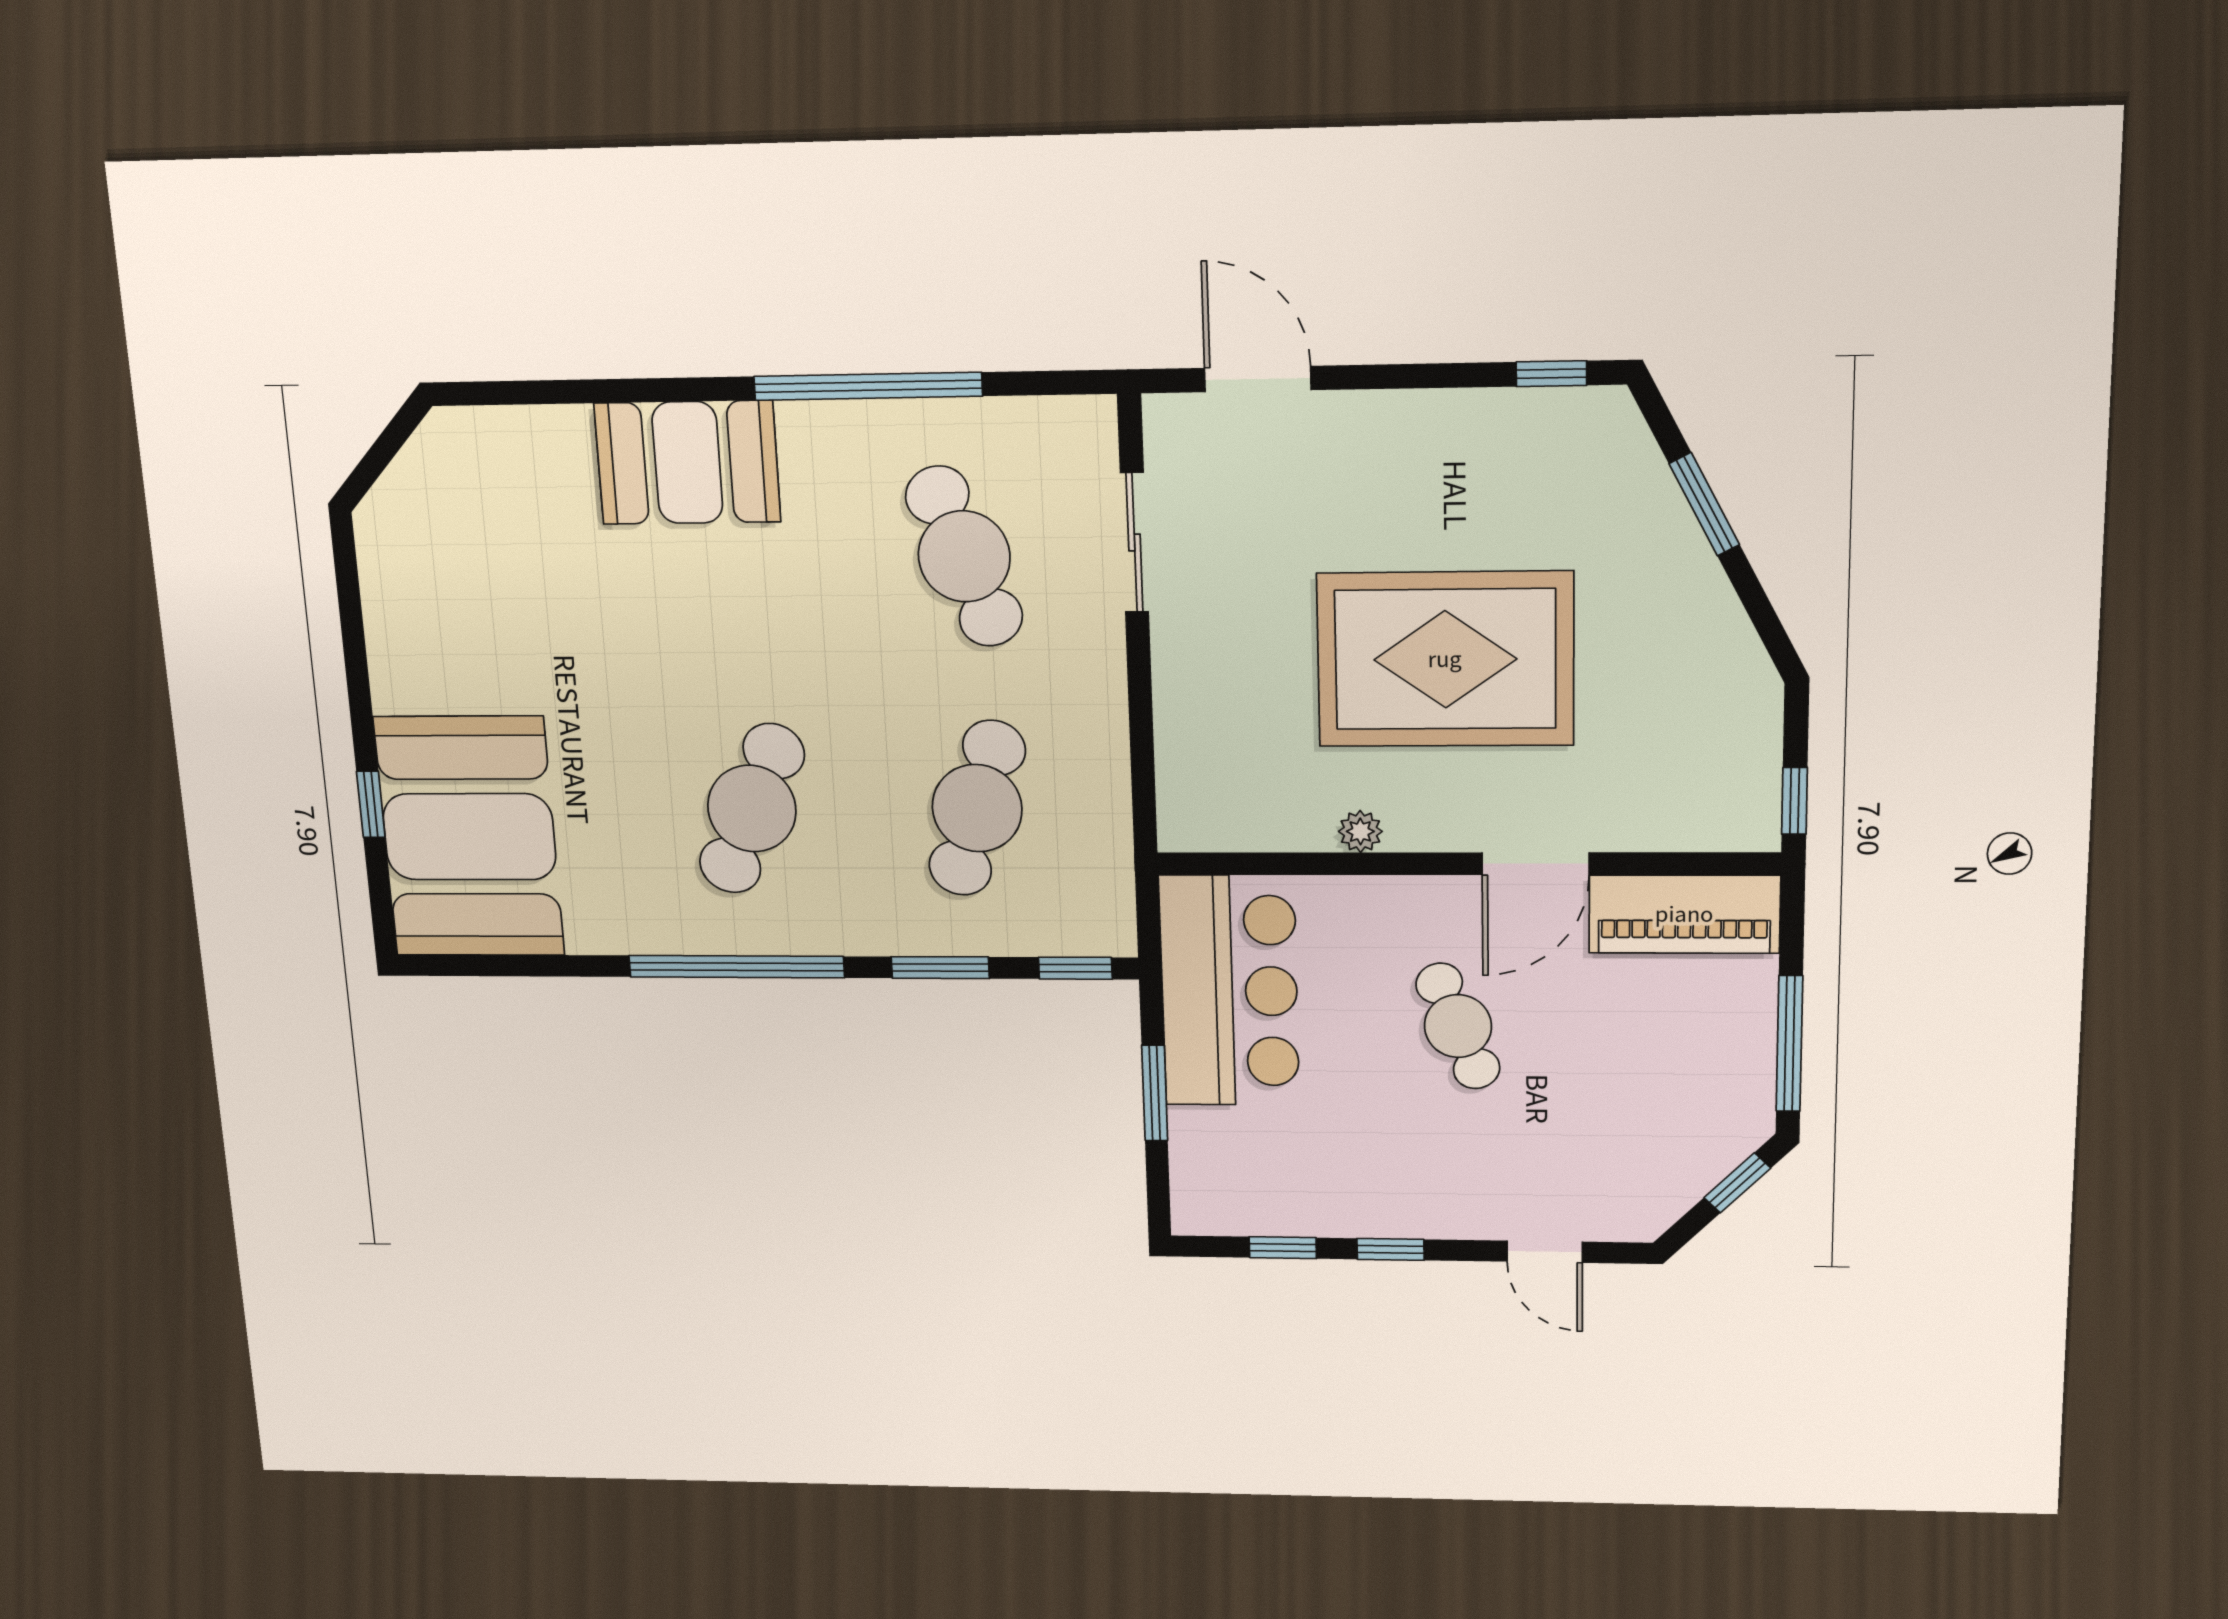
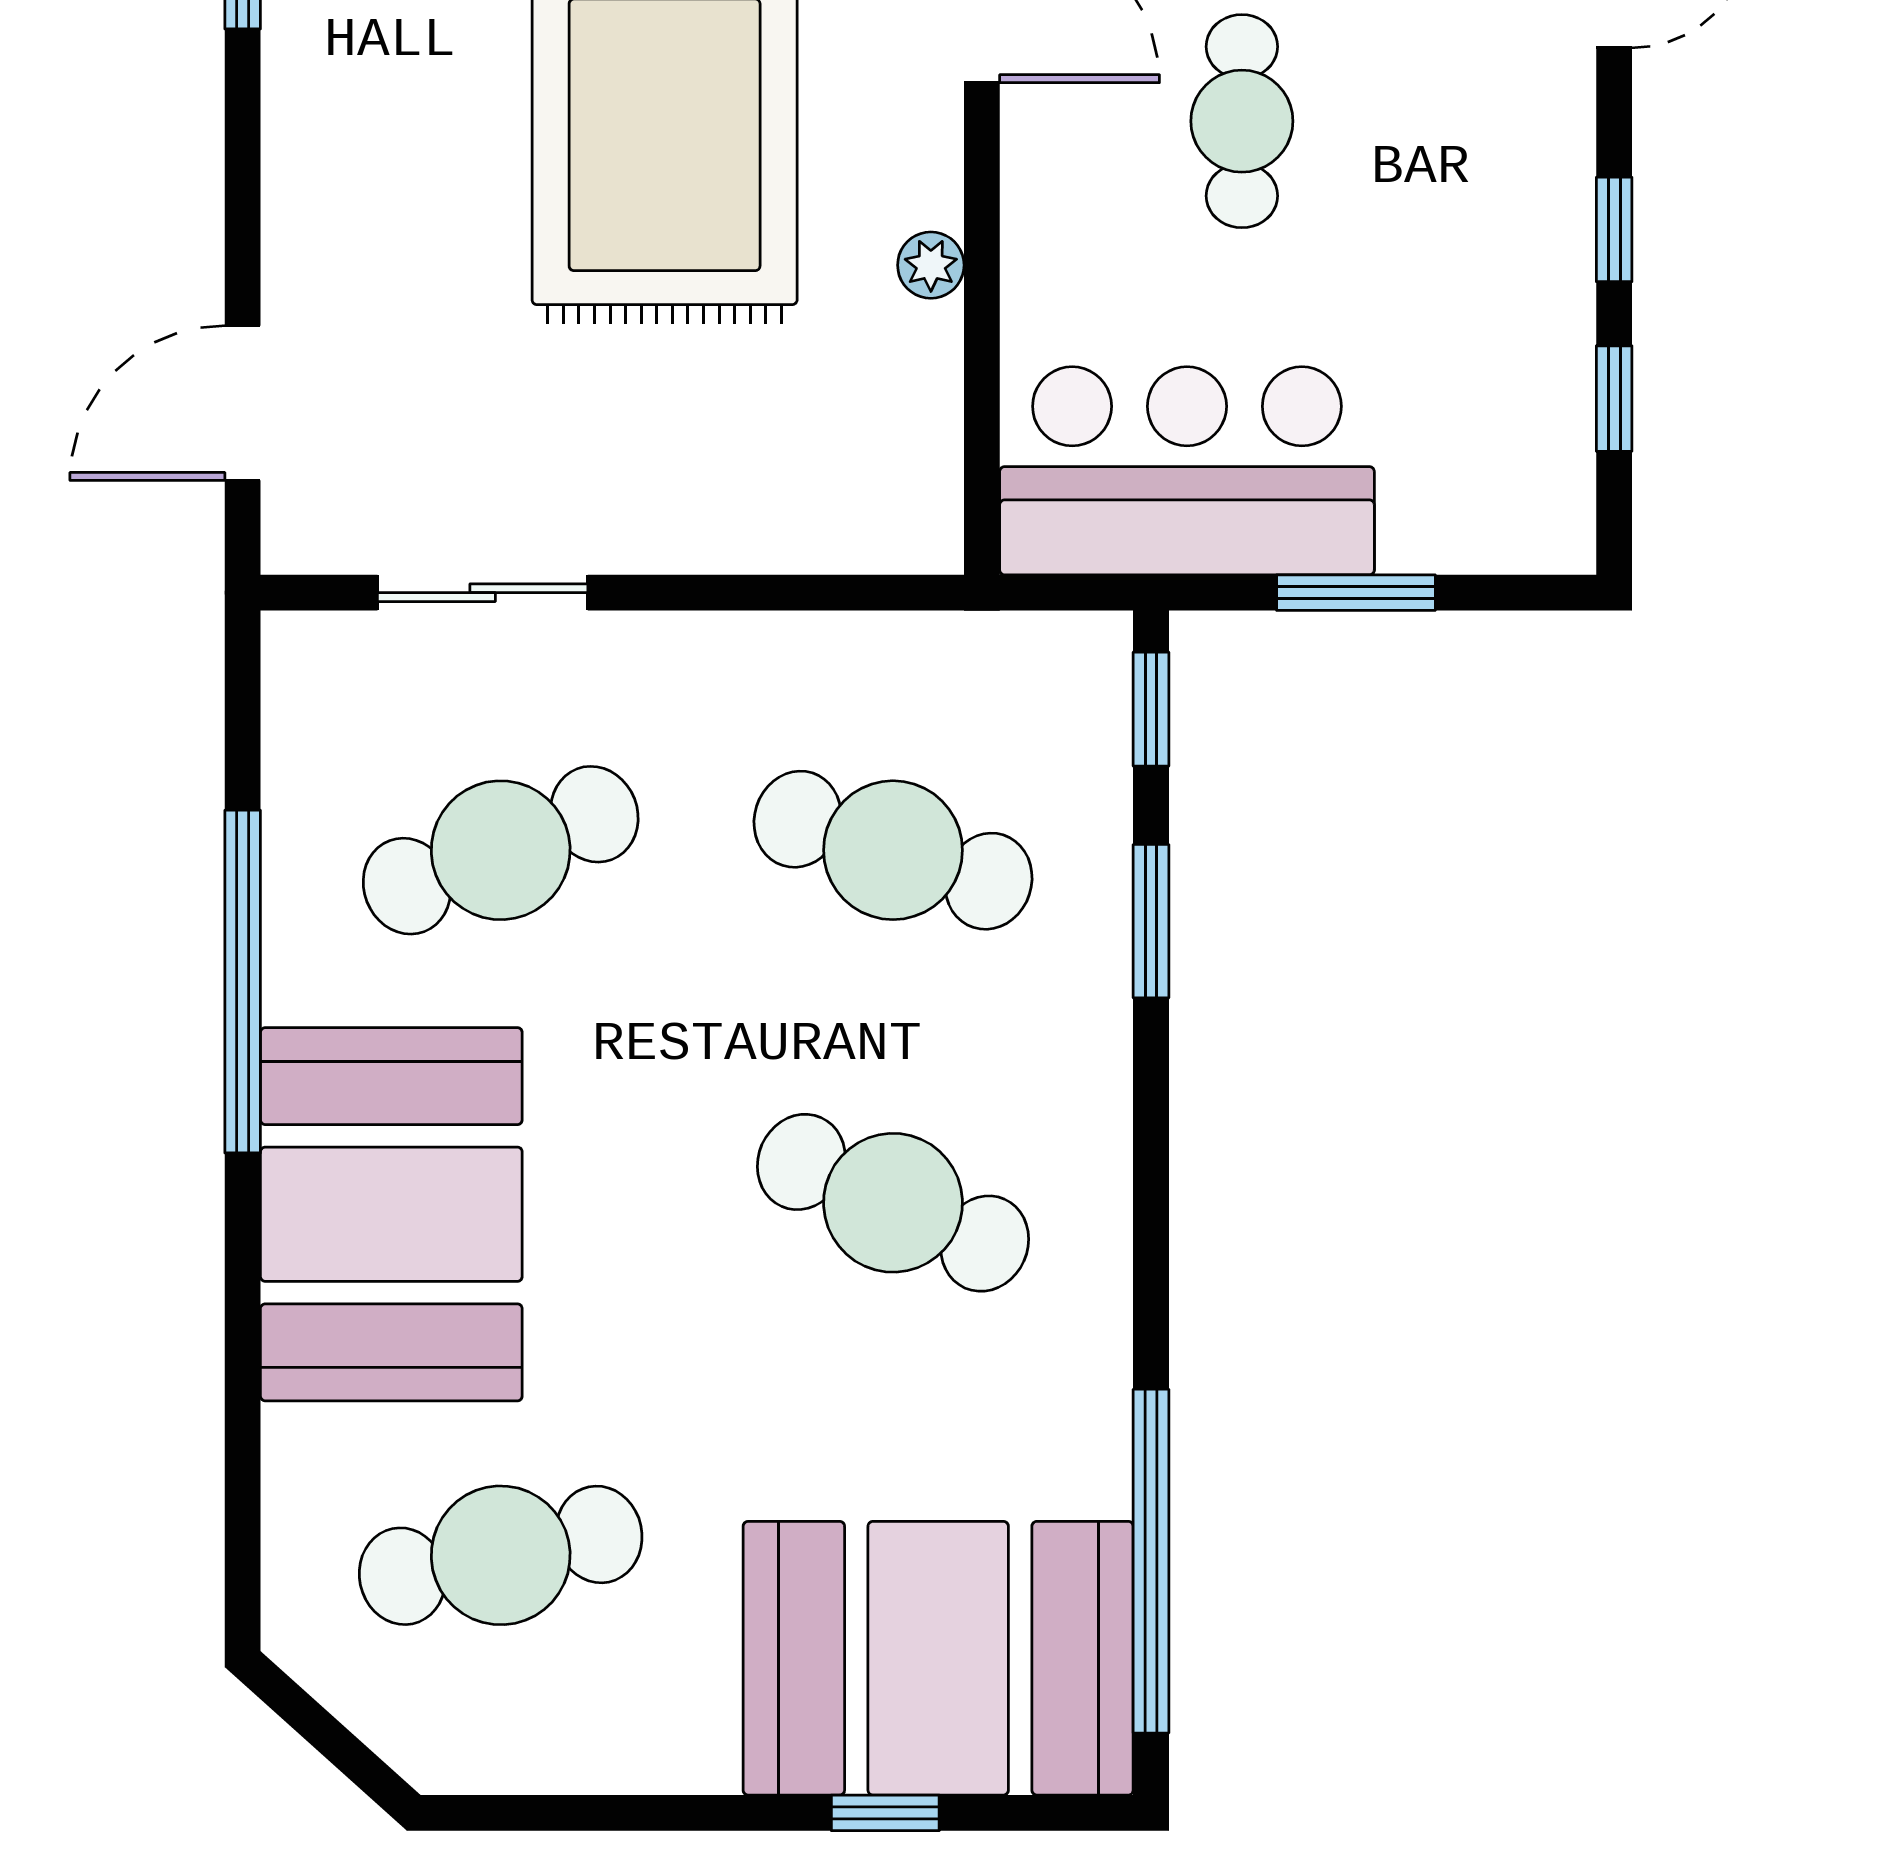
booth: (687, 463) -> (391, 1214), width x1.36, depth x1.42
cafe table: (508, 562) -> (501, 1555), added
window: (736, 967) -> (1151, 1561), moved
cafe table: (1458, 1026) -> (1242, 121), turned -68

